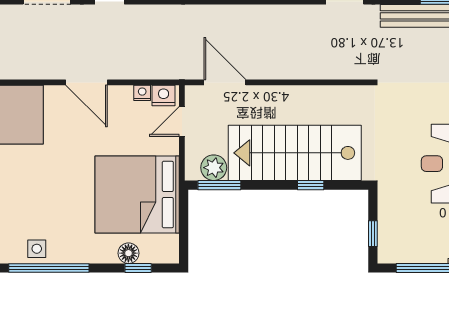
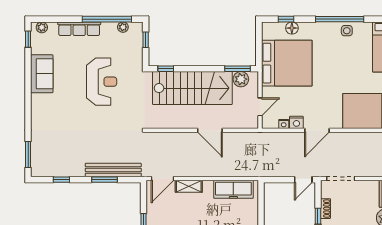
door: (87, 82) -> (317, 130), swing flipped
door: (225, 82) -> (210, 130), moved
nightstand: (164, 95) -> (296, 122), moved
window: (311, 185) -> (166, 69), moved
plant: (411, 255) -> (123, 27), added

